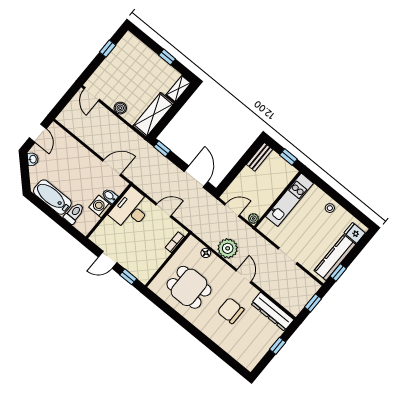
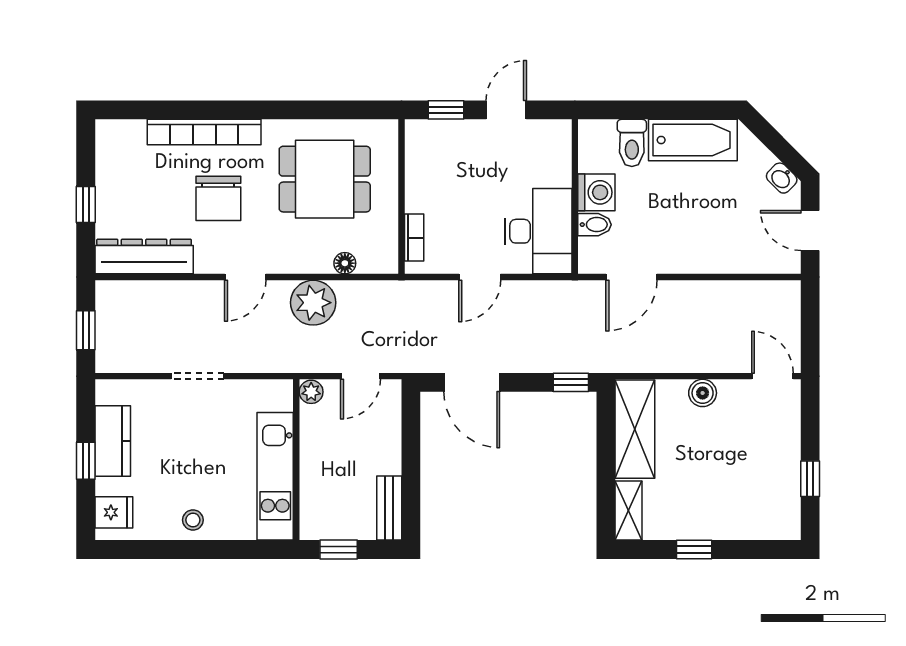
kitchen counter: (335, 258) -> (113, 441), width x0.67
window: (338, 272) -> (86, 461), moved
door: (244, 276) -> (245, 277), hinge flipped
chair: (231, 311) -> (218, 198), turned 90
bookcase: (217, 337) -> (204, 132), added

